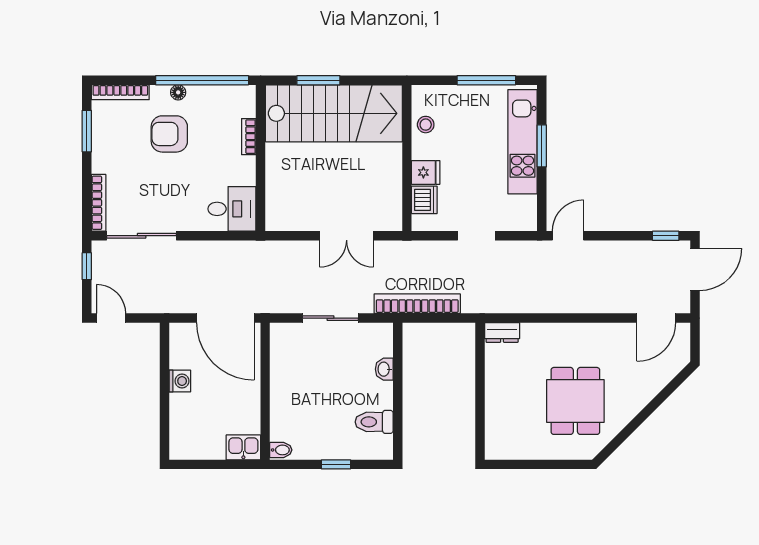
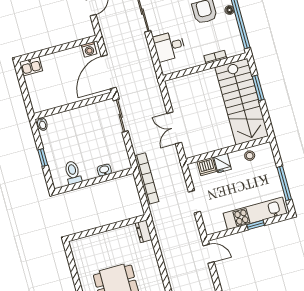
window: (542, 146) -> (256, 225), width x0.67
desk: (232, 209) -> (169, 46), moved, turned 90
sliding door: (330, 318) -> (121, 116), moved
washing machine: (180, 381) -> (89, 49), moved
kitchen sink: (243, 447) -> (31, 66), moved, turned 90

